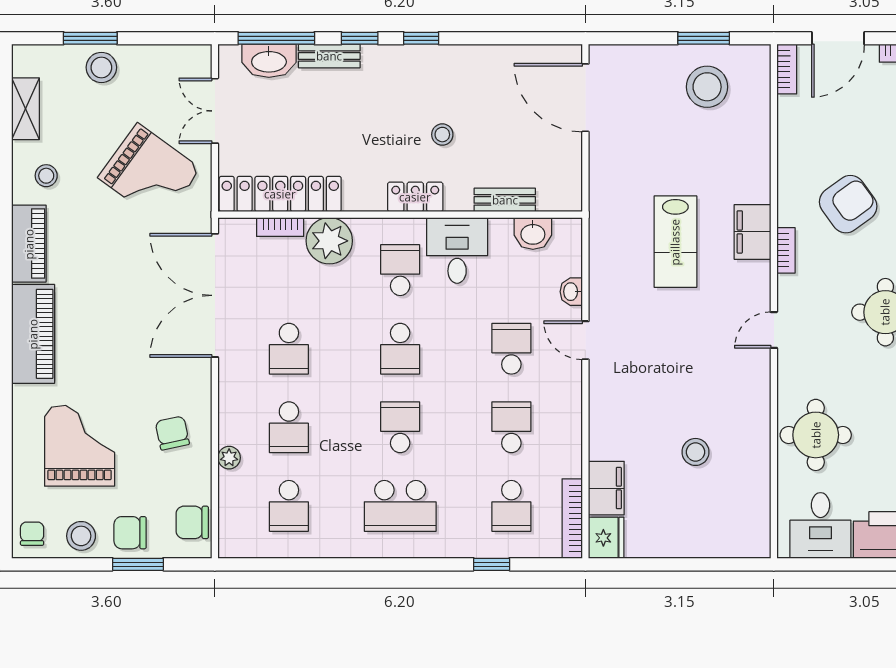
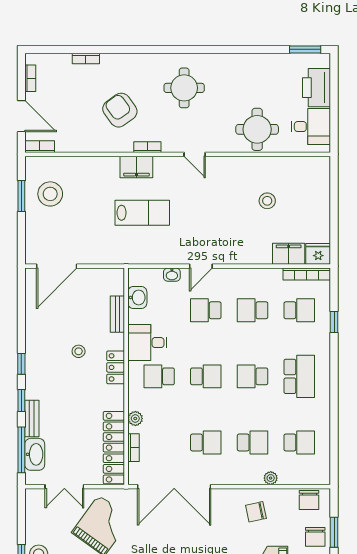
plant: (329, 241) -> (135, 419), width x0.53, depth x0.53

